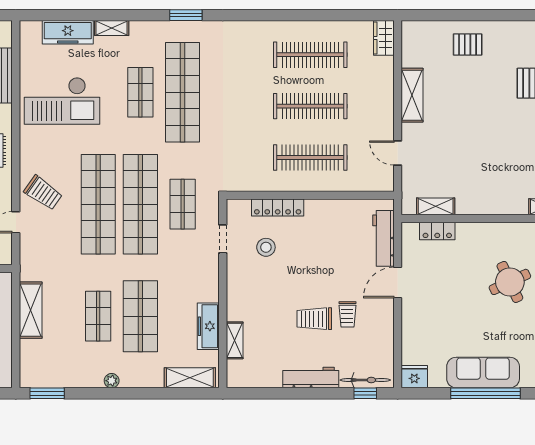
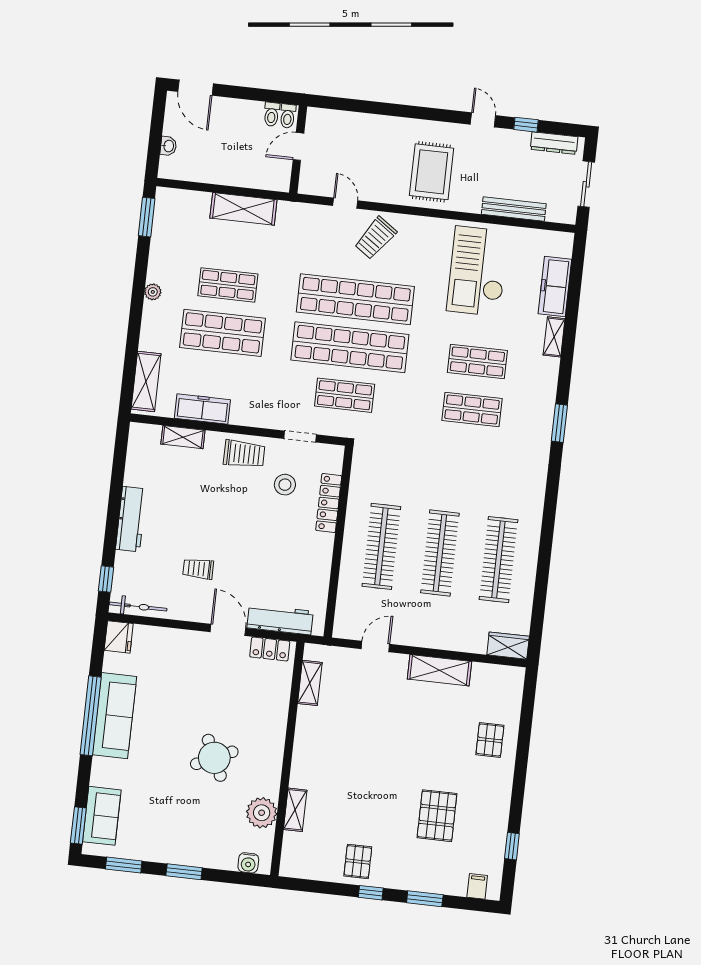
shop shelf: (183, 92) -> (472, 409), width x0.50, depth x0.74
locker: (437, 231) -> (270, 649), moved, turned -90
trolley: (314, 319) -> (244, 454), moved, turned 90
bicycle: (365, 380) -> (138, 607), moved, turned -90

